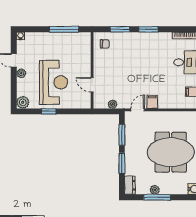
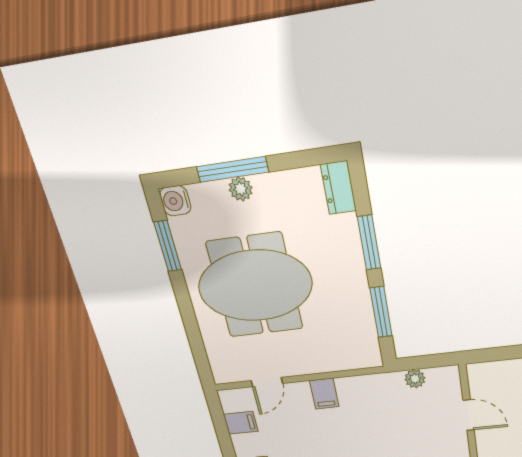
door: (138, 110) -> (267, 382), moved
plant: (155, 190) -> (241, 189), moved
window: (157, 197) -> (233, 169), moved

